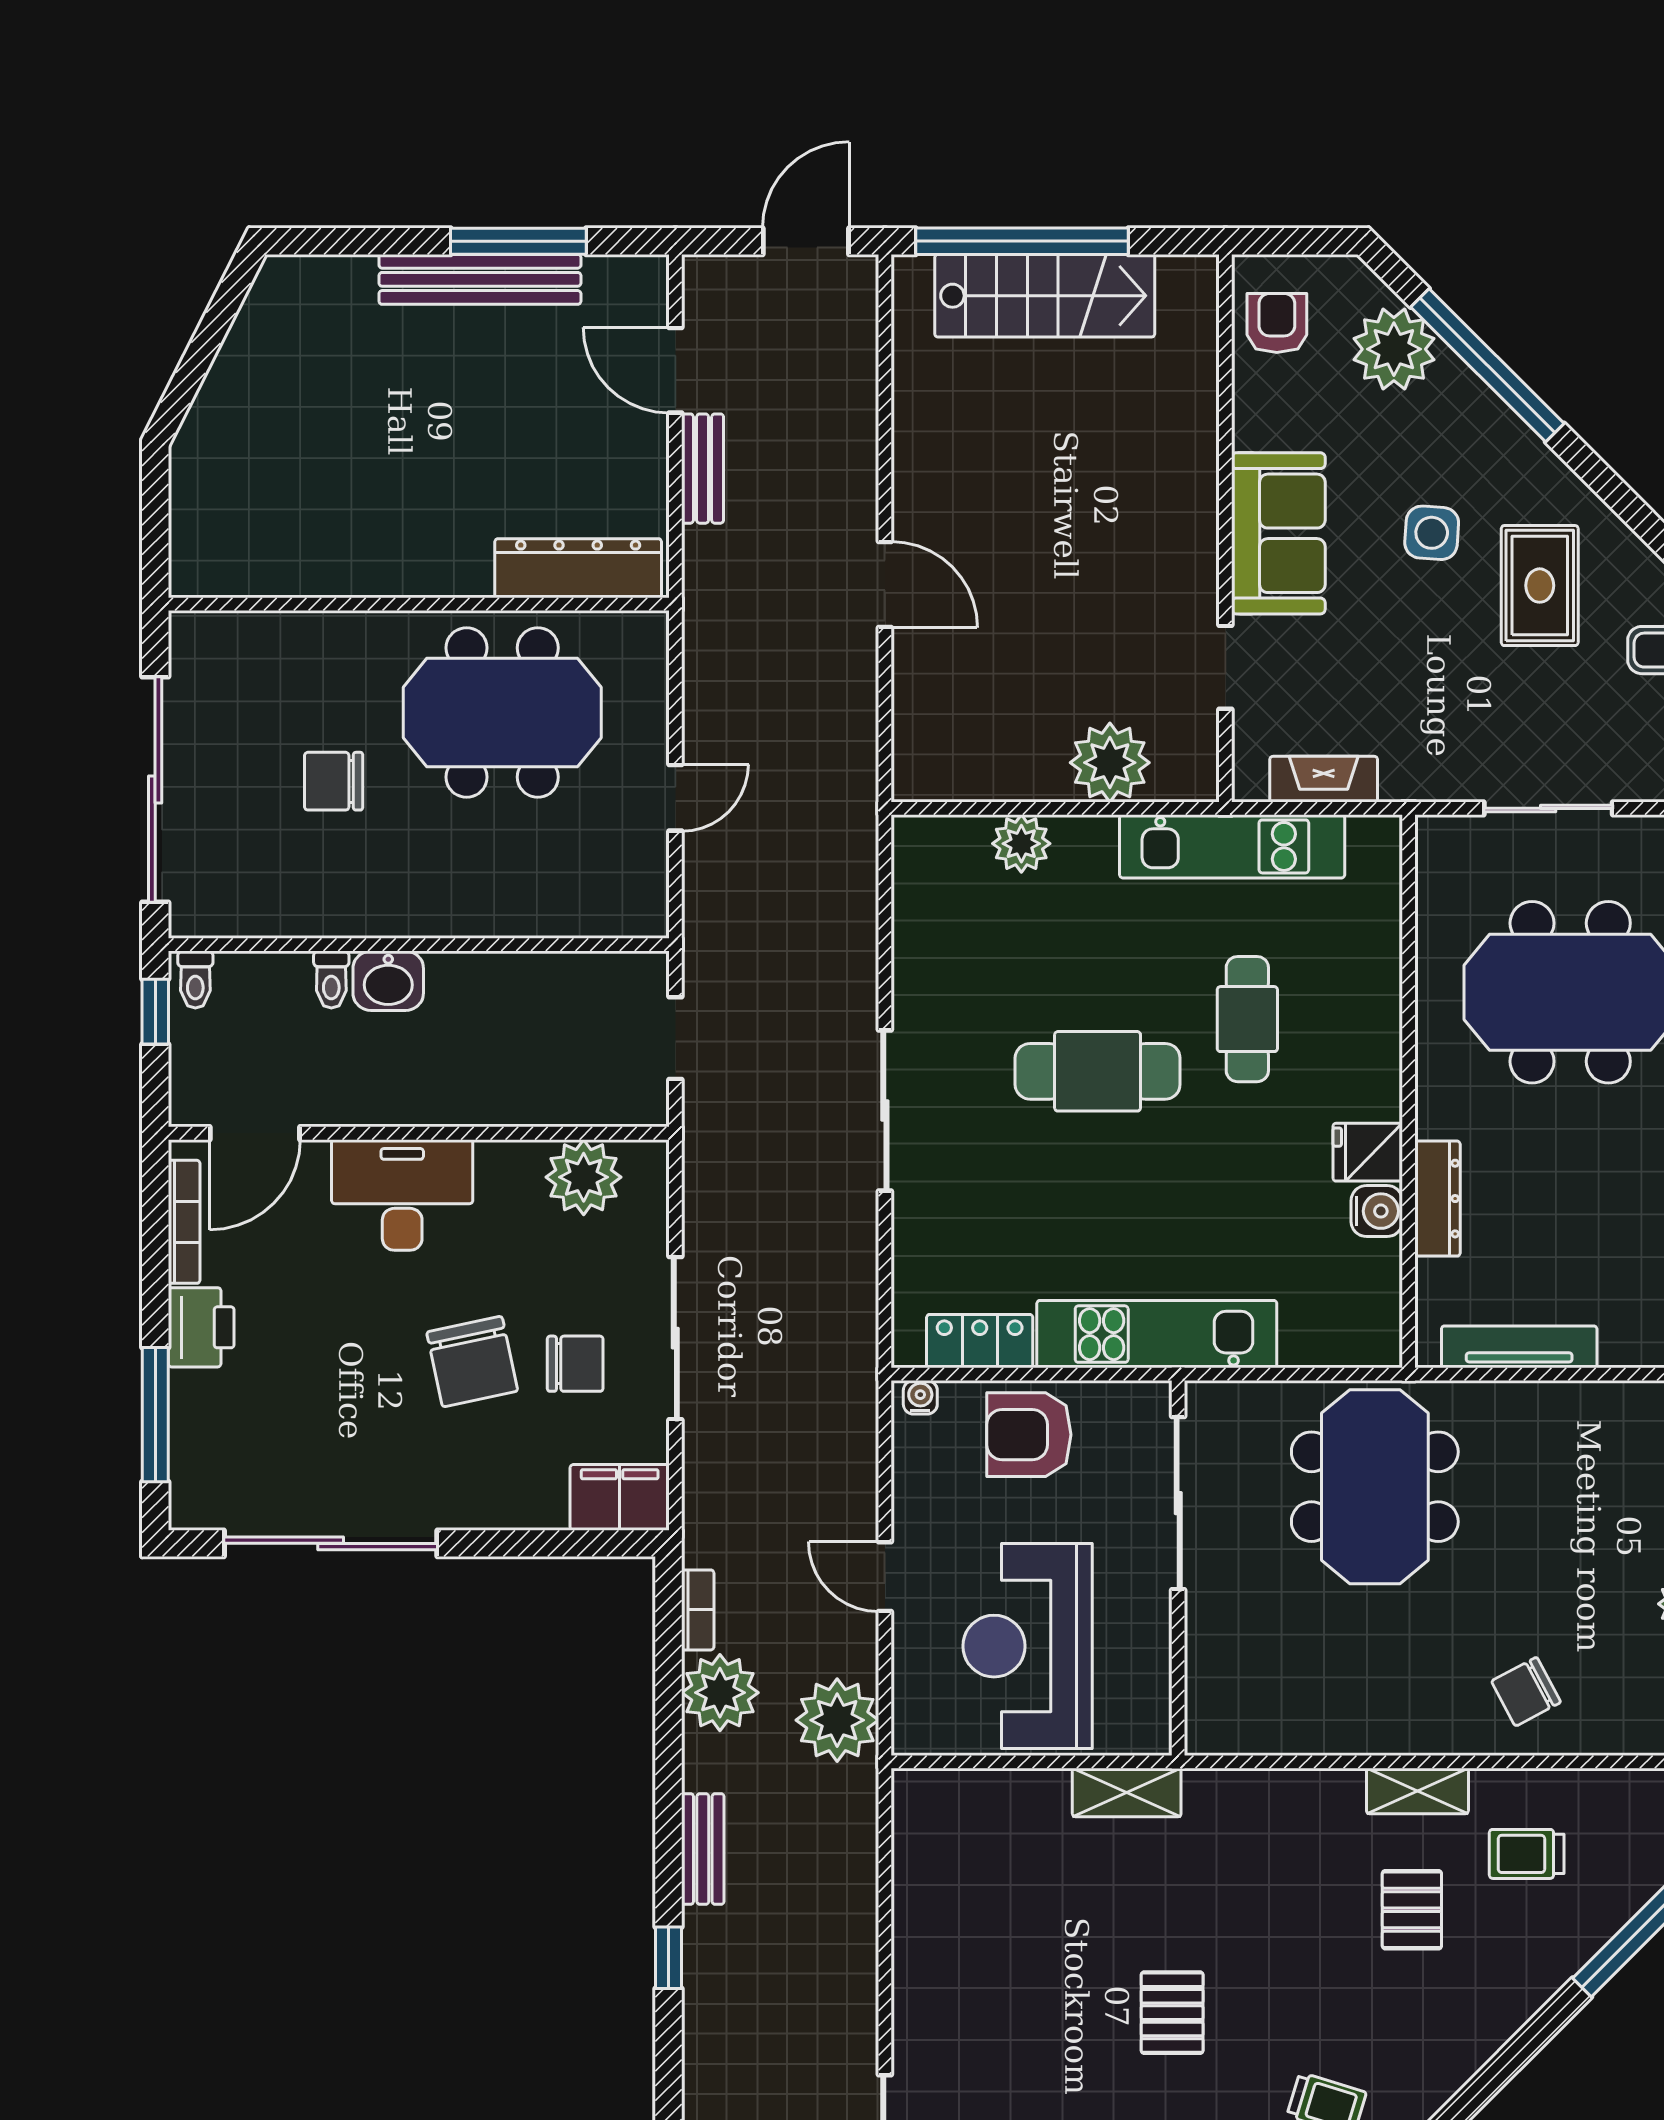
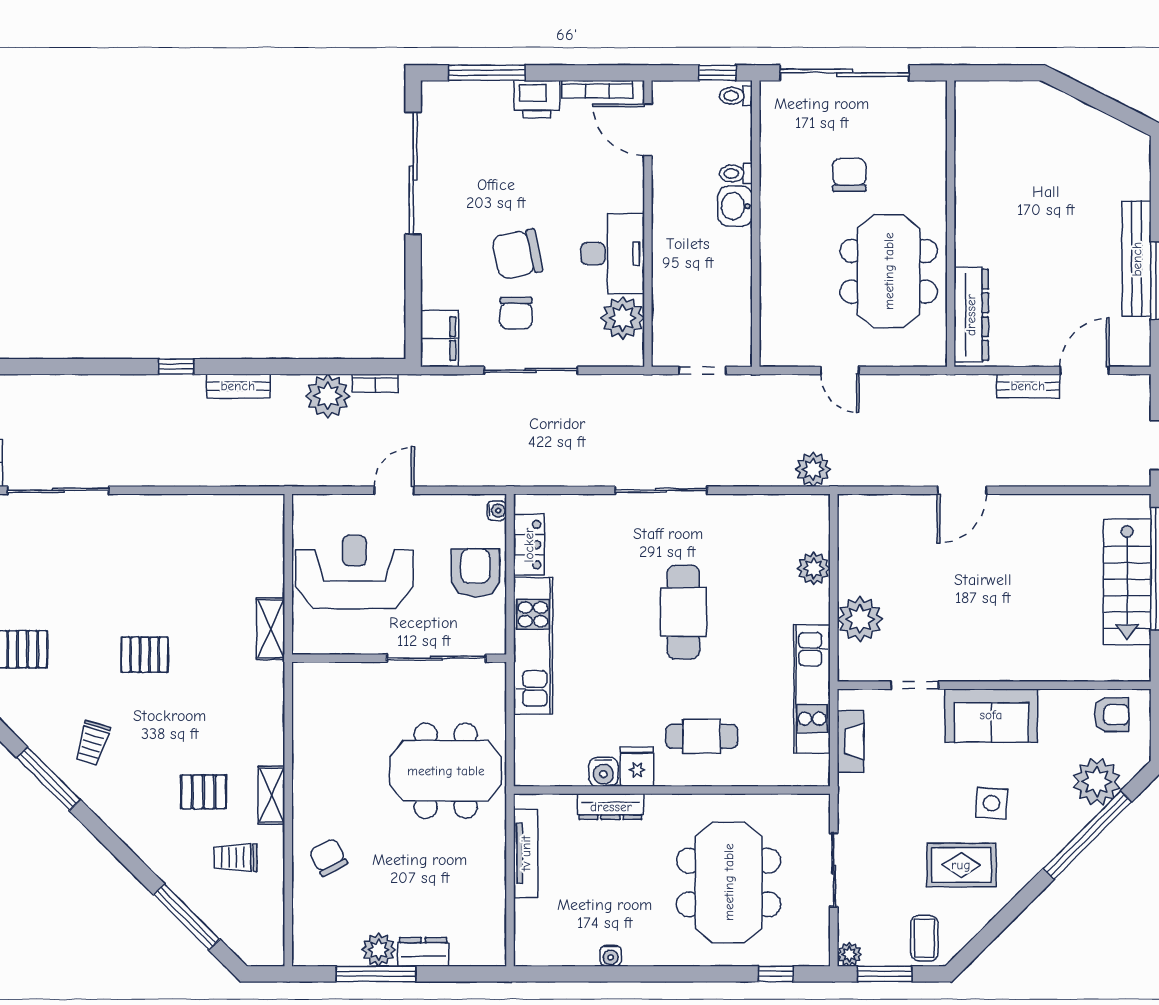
cafe table: (1247, 1019) -> (702, 736), moved
desk: (402, 1195) -> (613, 254), moved
plant: (837, 1720) -> (813, 469), moved, width x0.73, depth x0.73
trolley: (1527, 1854) -> (235, 858), turned -90

